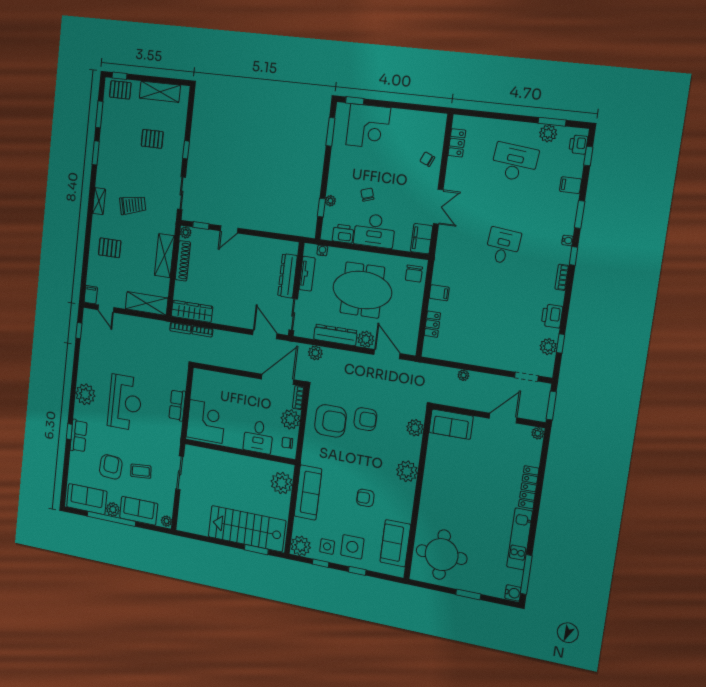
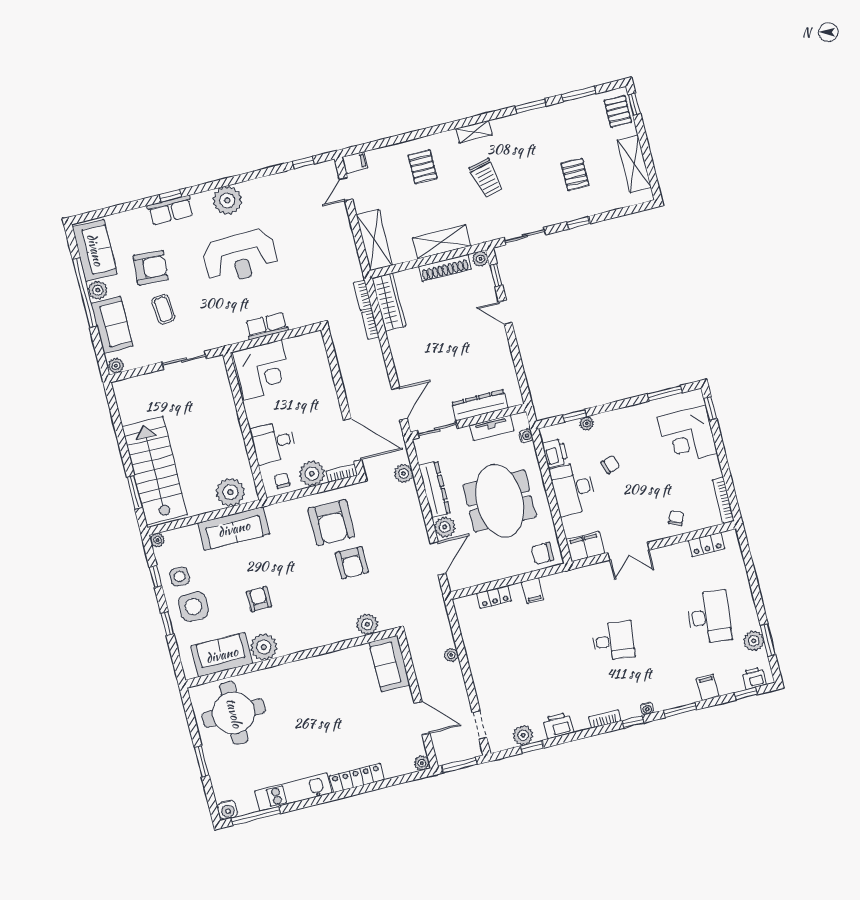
bookcase: (428, 116) -> (723, 500), added
plant: (407, 471) -> (264, 647), moved
plant: (301, 546) -> (157, 540), width x0.53, depth x0.53

